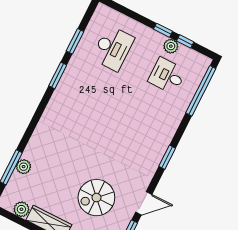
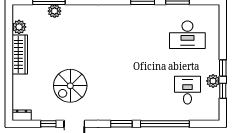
window: (201, 91) -> (165, 124), moved
spiral stairs: (96, 198) -> (70, 86), moved, turned -90

